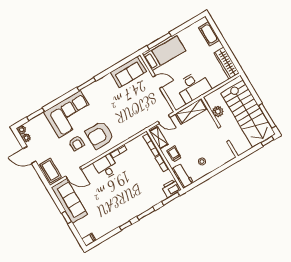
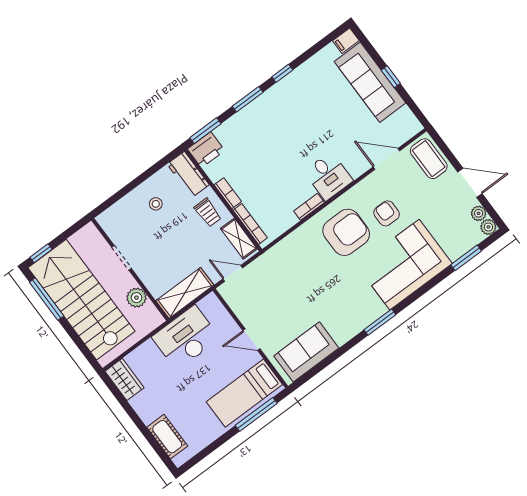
wardrobe: (227, 63) -> (124, 379), width x0.67
sofa: (69, 201) -> (370, 82), moved

